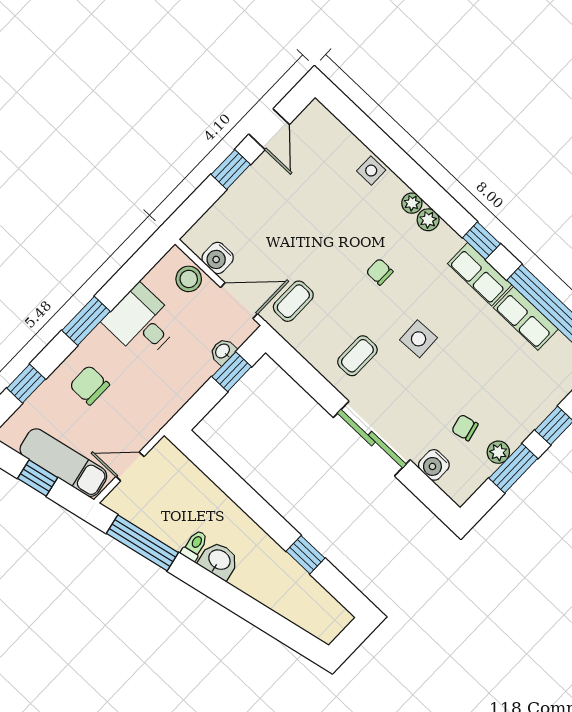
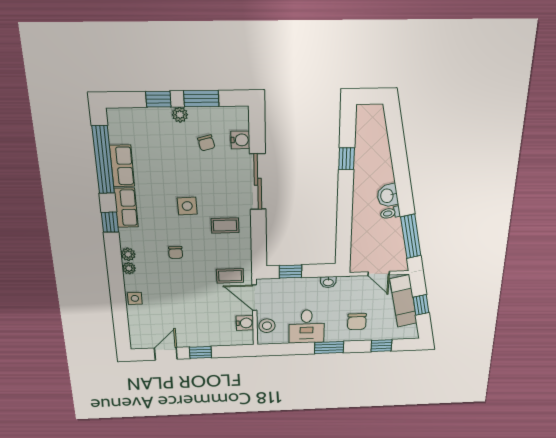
washbasin: (223, 351) -> (328, 282), moved
plant: (498, 452) -> (180, 115), moved

